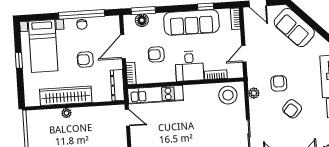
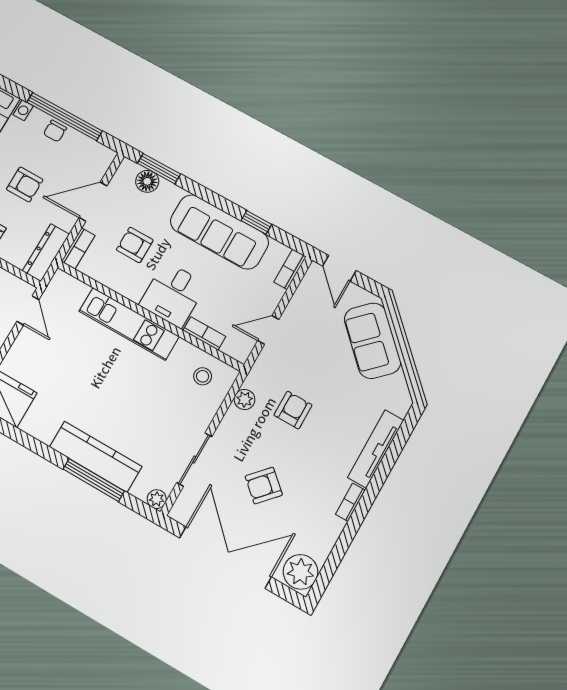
armchair: (85, 60) -> (25, 184), turned 180
kitchen unit: (155, 95) -> (129, 324), moved
stool: (228, 95) -> (203, 376), width x0.53, depth x0.53
armchair: (292, 109) -> (264, 486), moved

